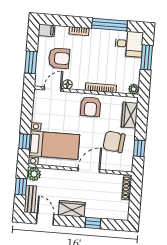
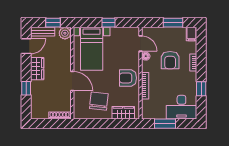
window: (110, 25) -> (201, 89), width x0.46
desk: (129, 44) -> (181, 107), width x1.37
window: (147, 57) -> (165, 124), moved
armchair: (59, 58) -> (170, 60), moved
window: (31, 62) -> (173, 23), moved
plant: (134, 89) -> (146, 115), removed
window: (25, 141) -> (108, 23), moved
window: (139, 148) -> (95, 124), removed

